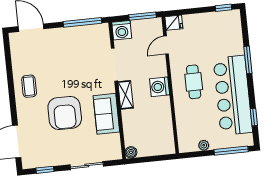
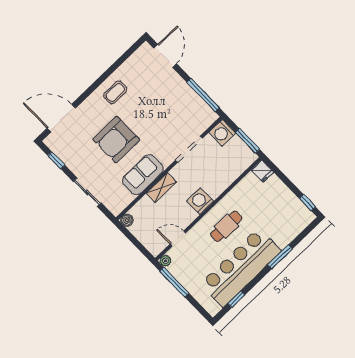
door: (166, 45) -> (178, 238), moved
shelving: (126, 95) -> (161, 188), moved
plant: (204, 145) -> (165, 261), moved
window: (231, 151) -> (174, 282), moved

